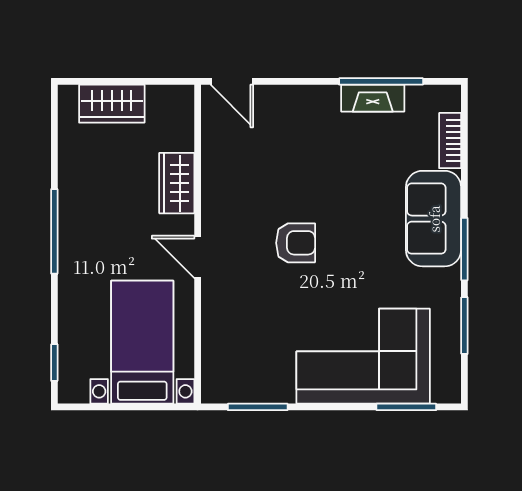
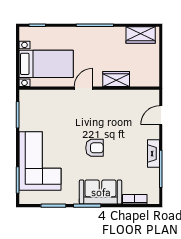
door: (232, 81) -> (161, 115), moved
fireplace: (373, 98) -> (153, 154), moved
wardrobe: (112, 104) -> (141, 35), moved, turned -90
armchair: (296, 243) -> (94, 148), moved, turned -90

